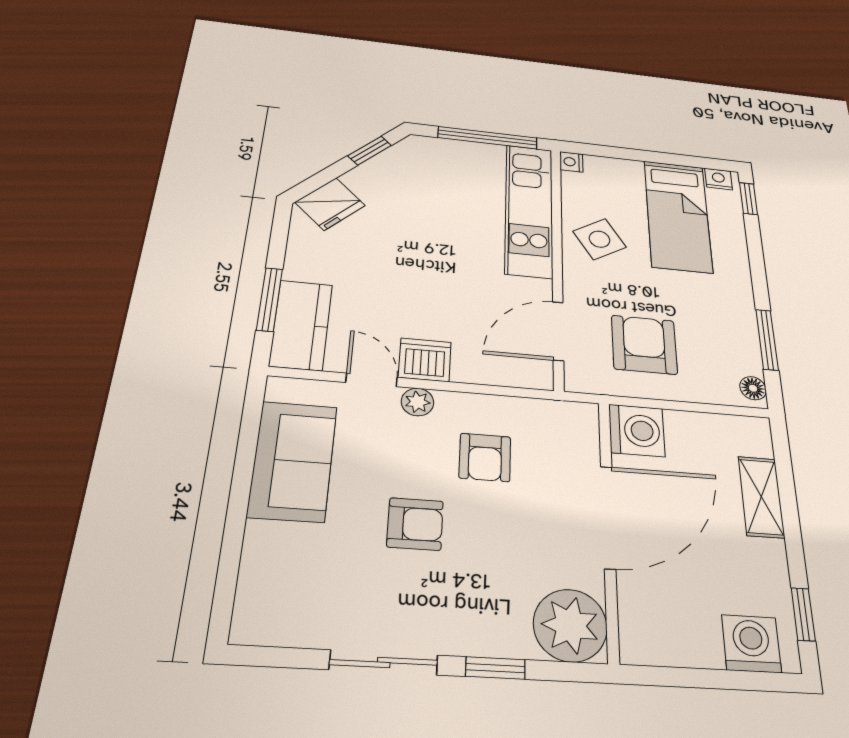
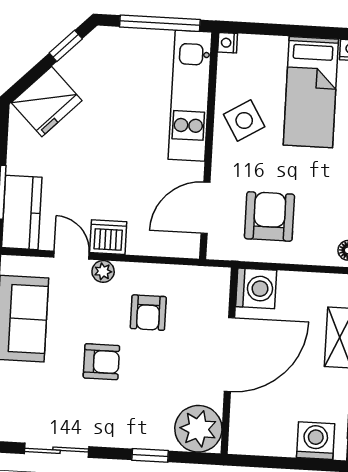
fridge: (330, 204) -> (47, 102), width x1.36, depth x1.34
sliding door: (384, 662) -> (57, 450), moved

